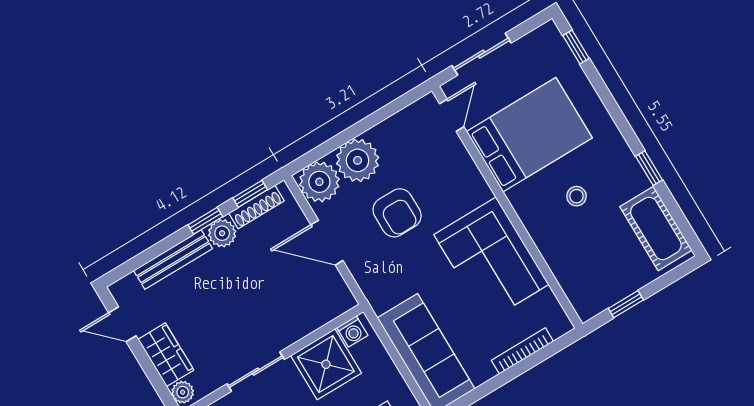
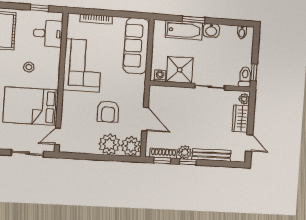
armchair: (397, 213) -> (108, 112), turned 180
desk: (584, 272) -> (48, 34), added

